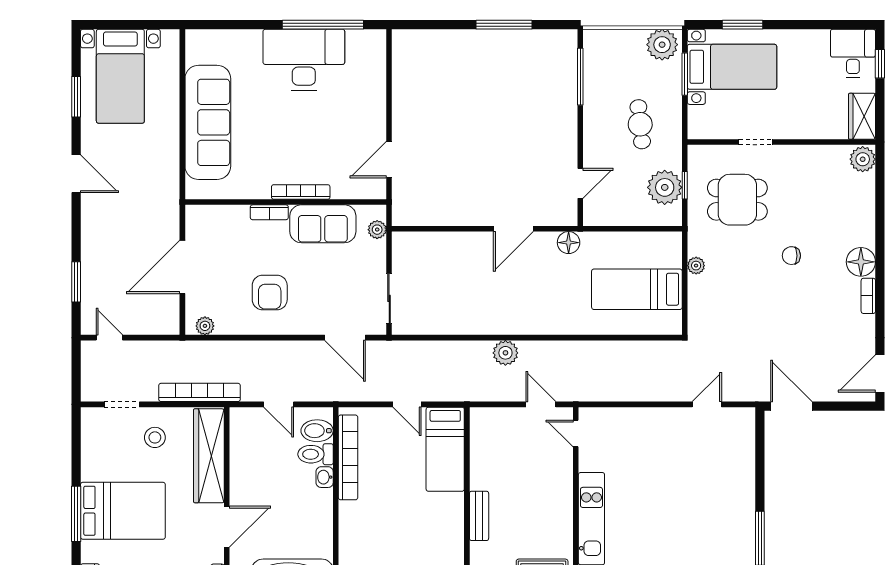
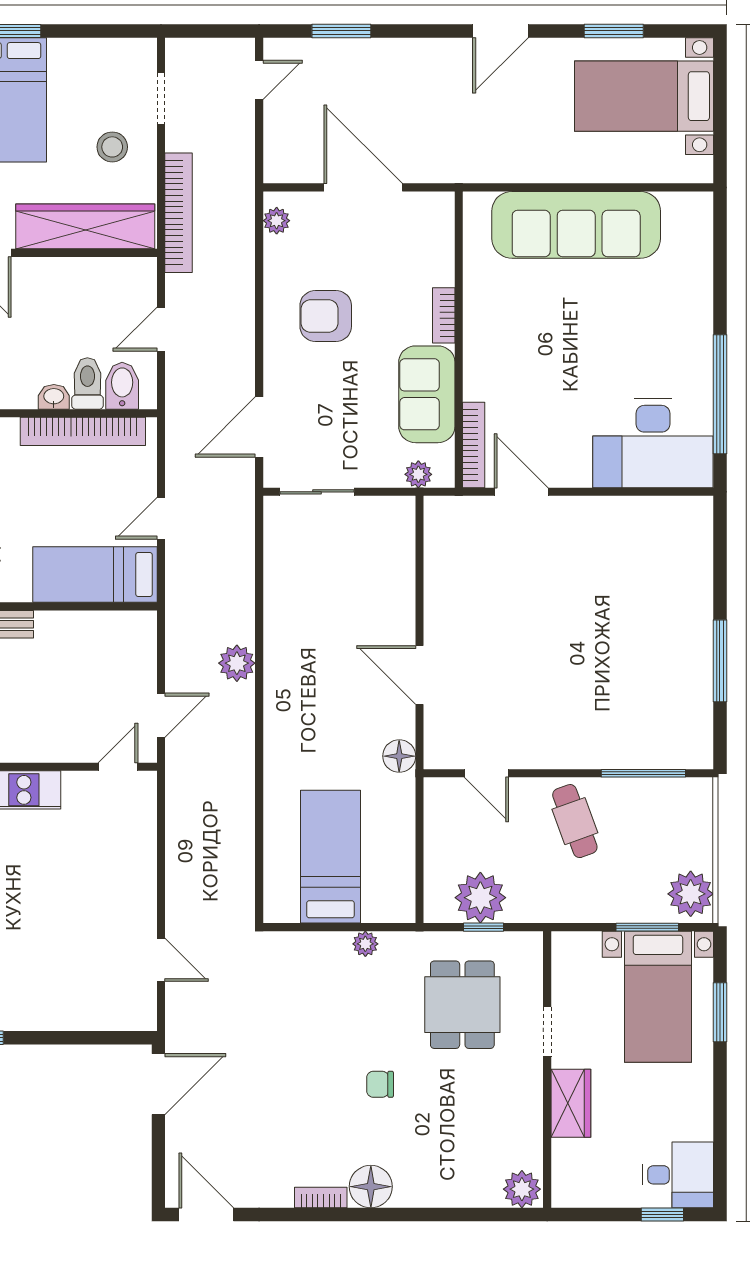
desk: (304, 60) -> (653, 443), moved, turned 90
wardrobe: (862, 116) -> (571, 1103), moved, turned 90
cafe table: (640, 124) -> (575, 821), moved, turned 76
bookcase: (301, 192) -> (474, 445), moved
chair: (791, 256) -> (380, 1084), turned -90

